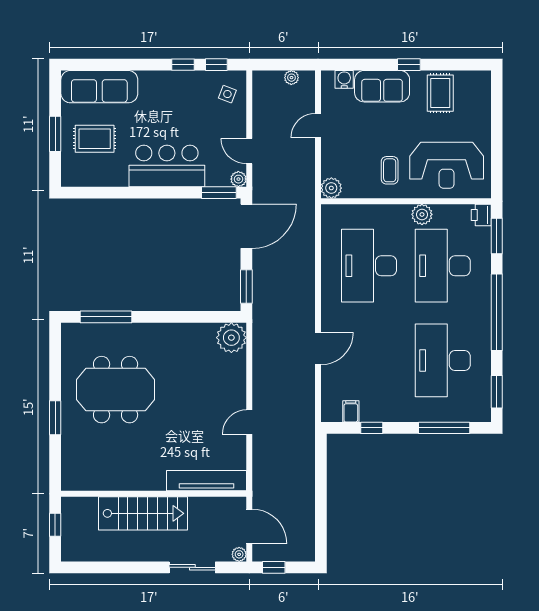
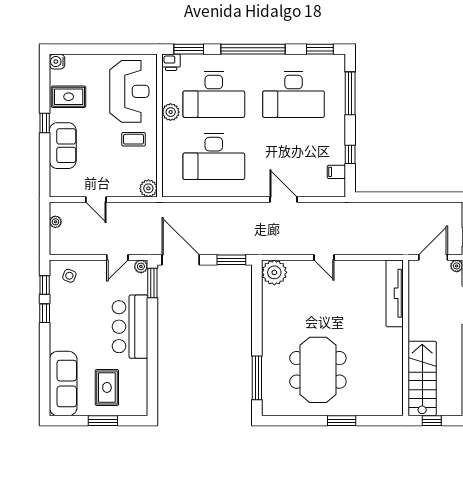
water cooler: (344, 79) -> (57, 62), moved
door: (249, 422) -> (324, 257), moved
stairs: (143, 513) -> (422, 378), moved

